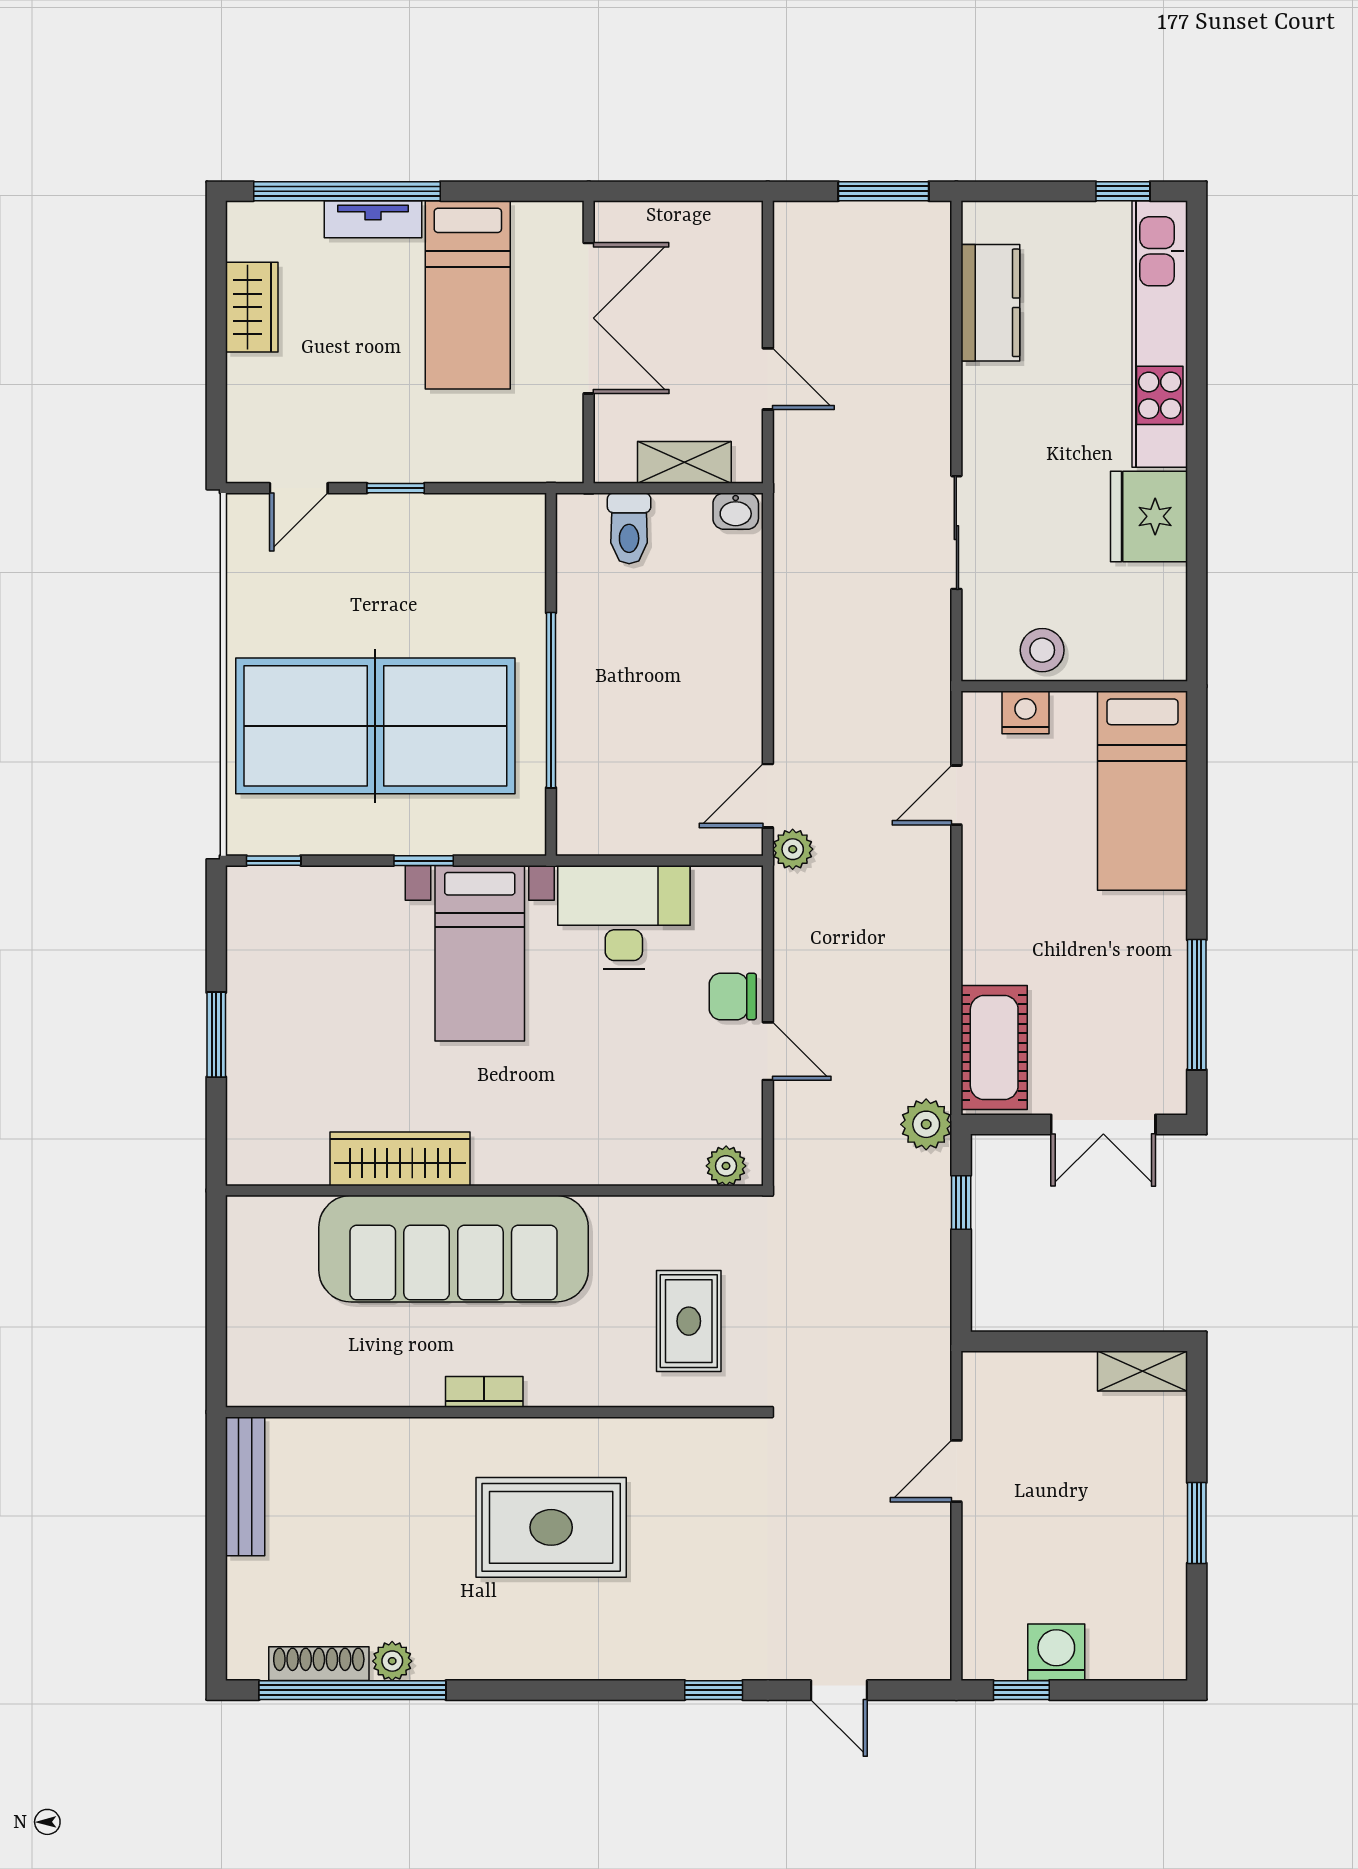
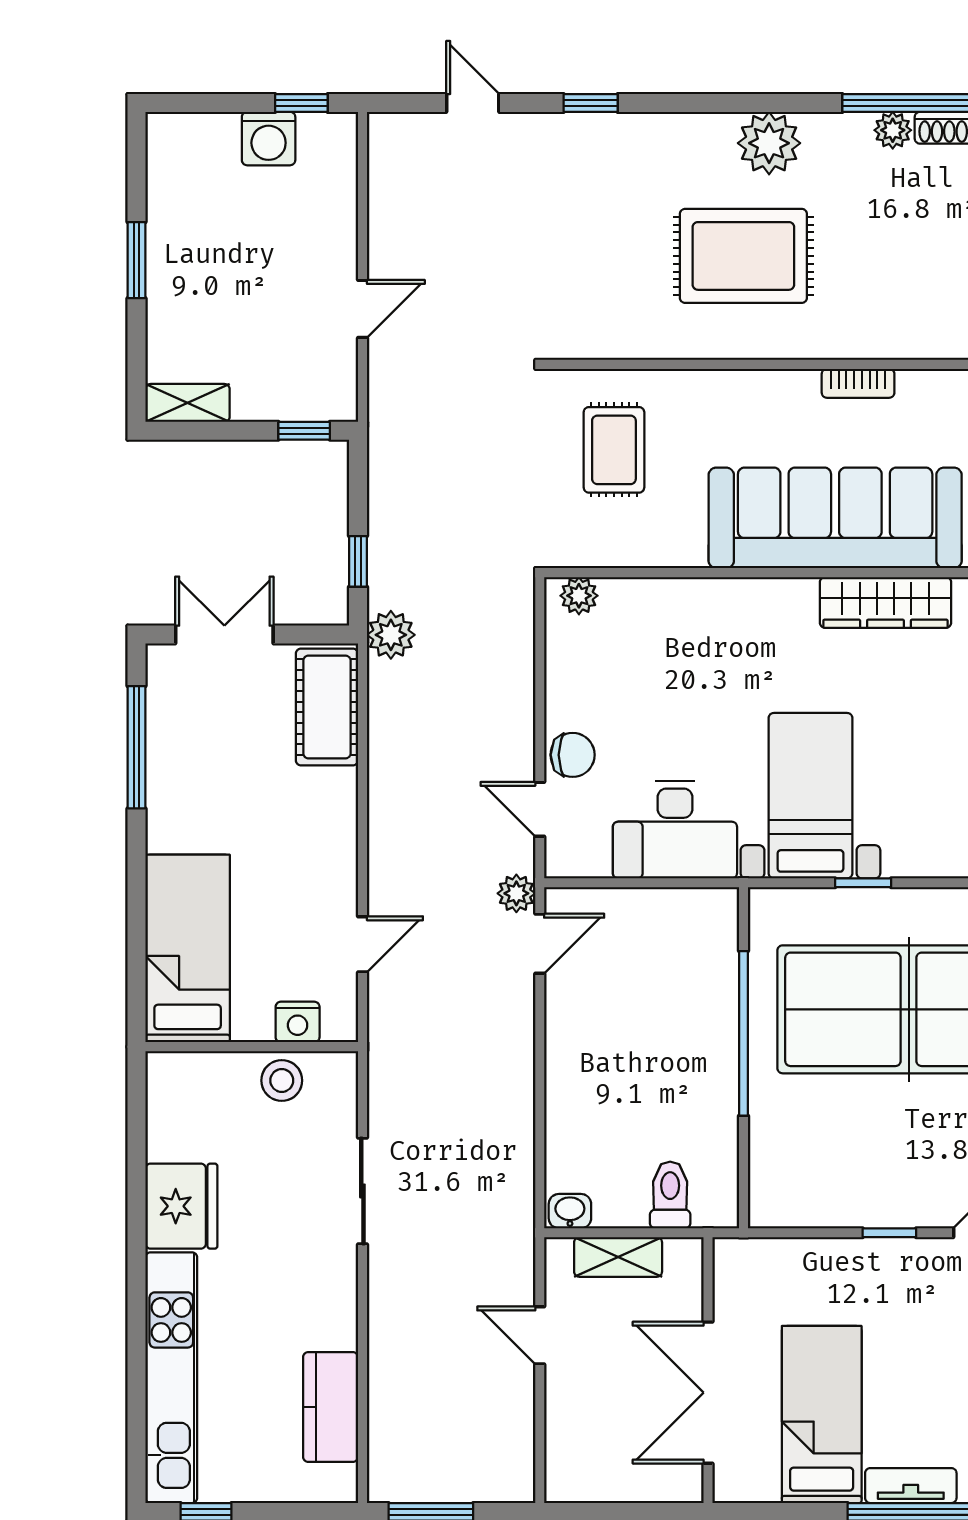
door: (768, 1051) -> (540, 809), moved
window: (1018, 1341) -> (304, 431), added
bookcase: (484, 1392) -> (858, 383), moved
plant: (524, 1647) -> (769, 143), added

